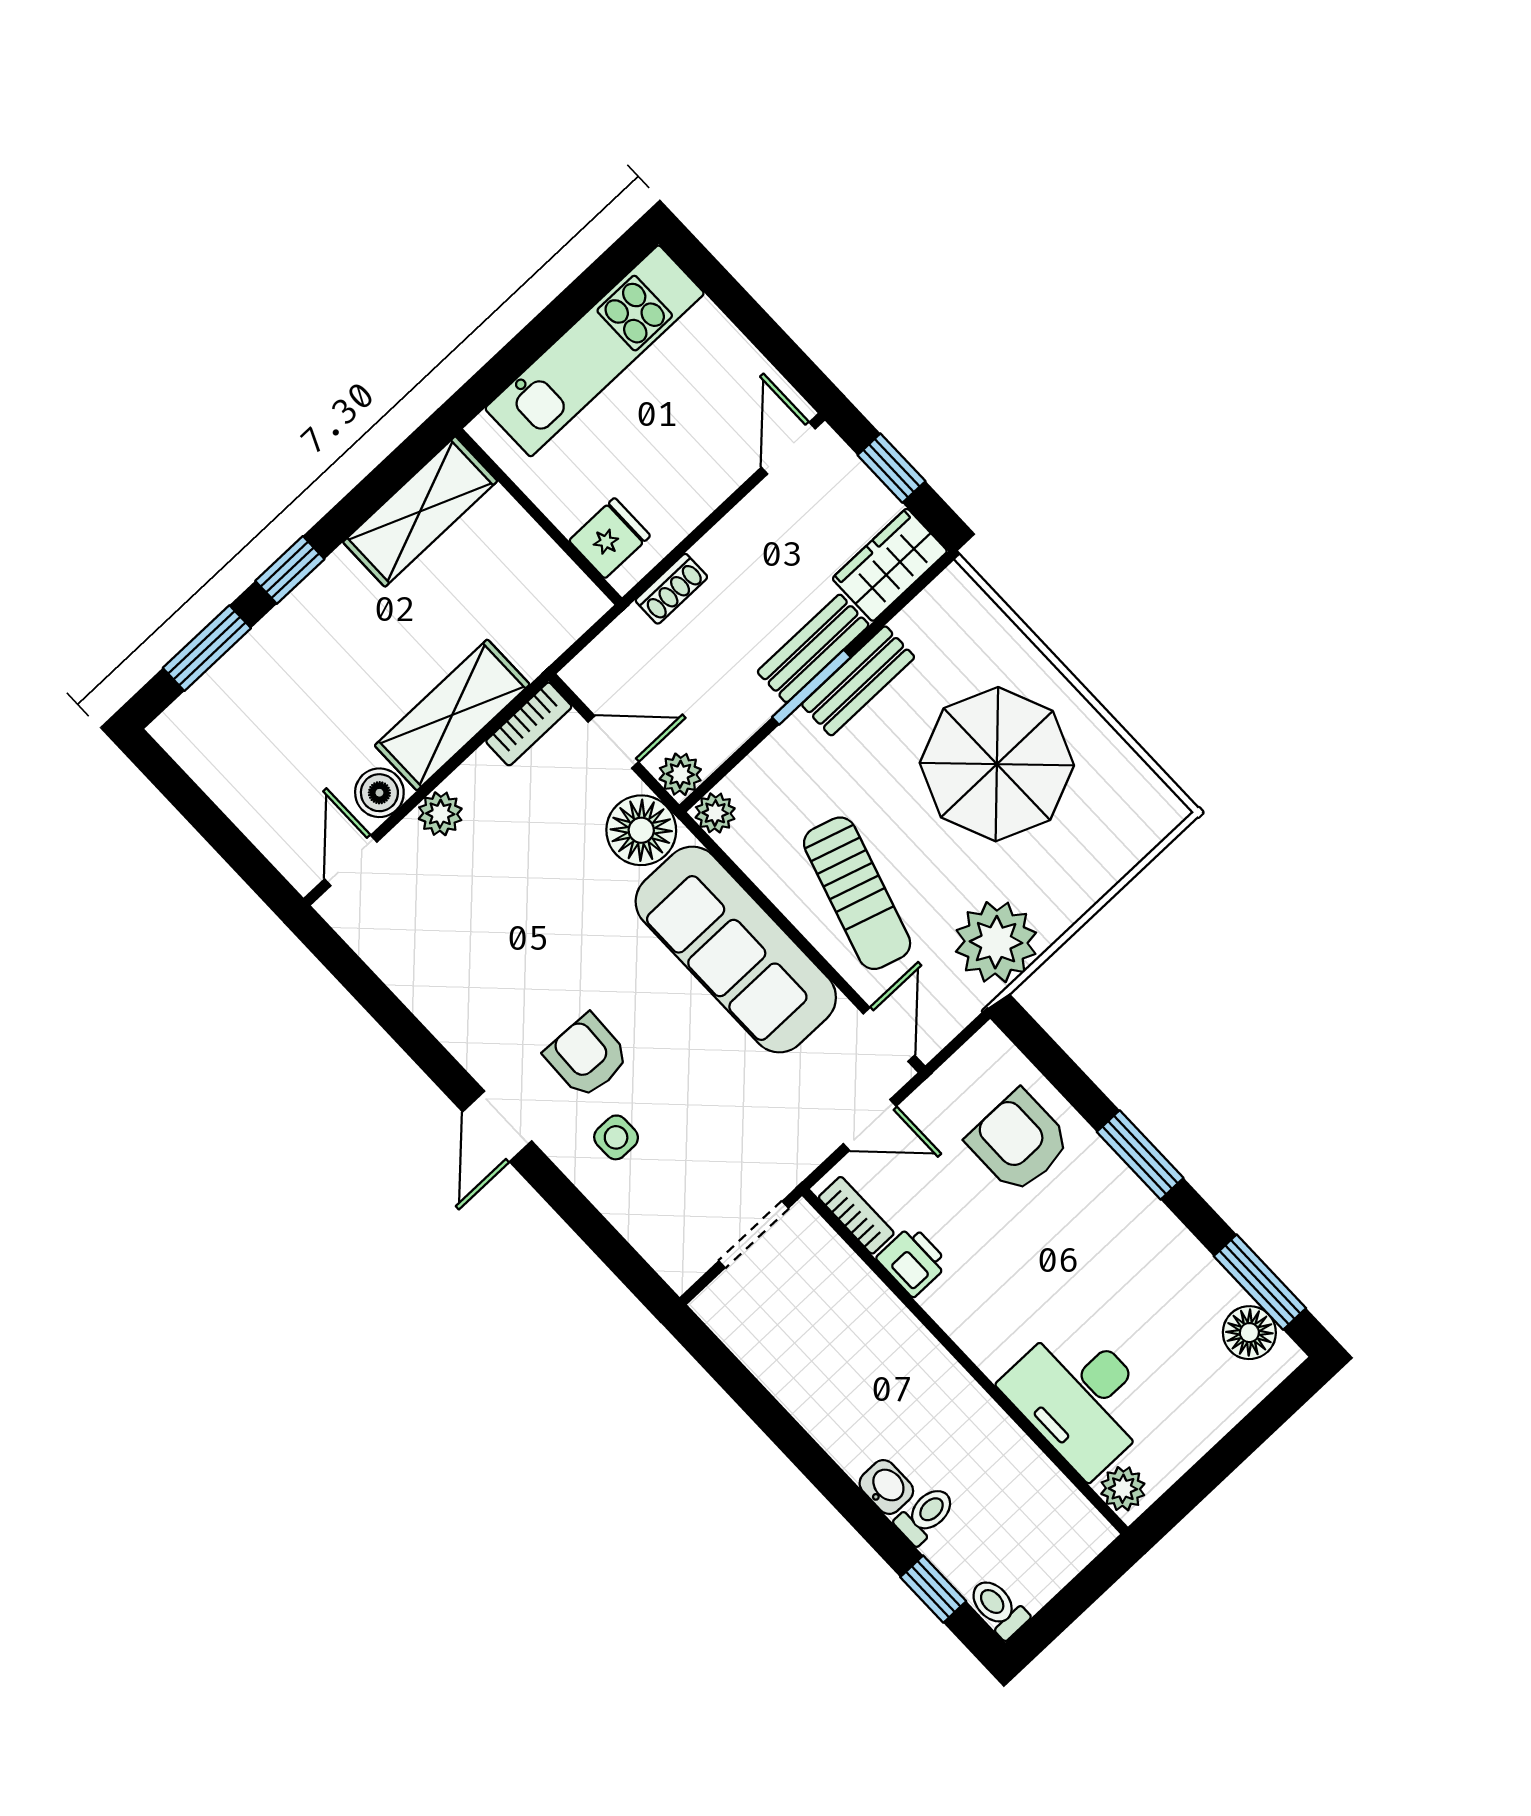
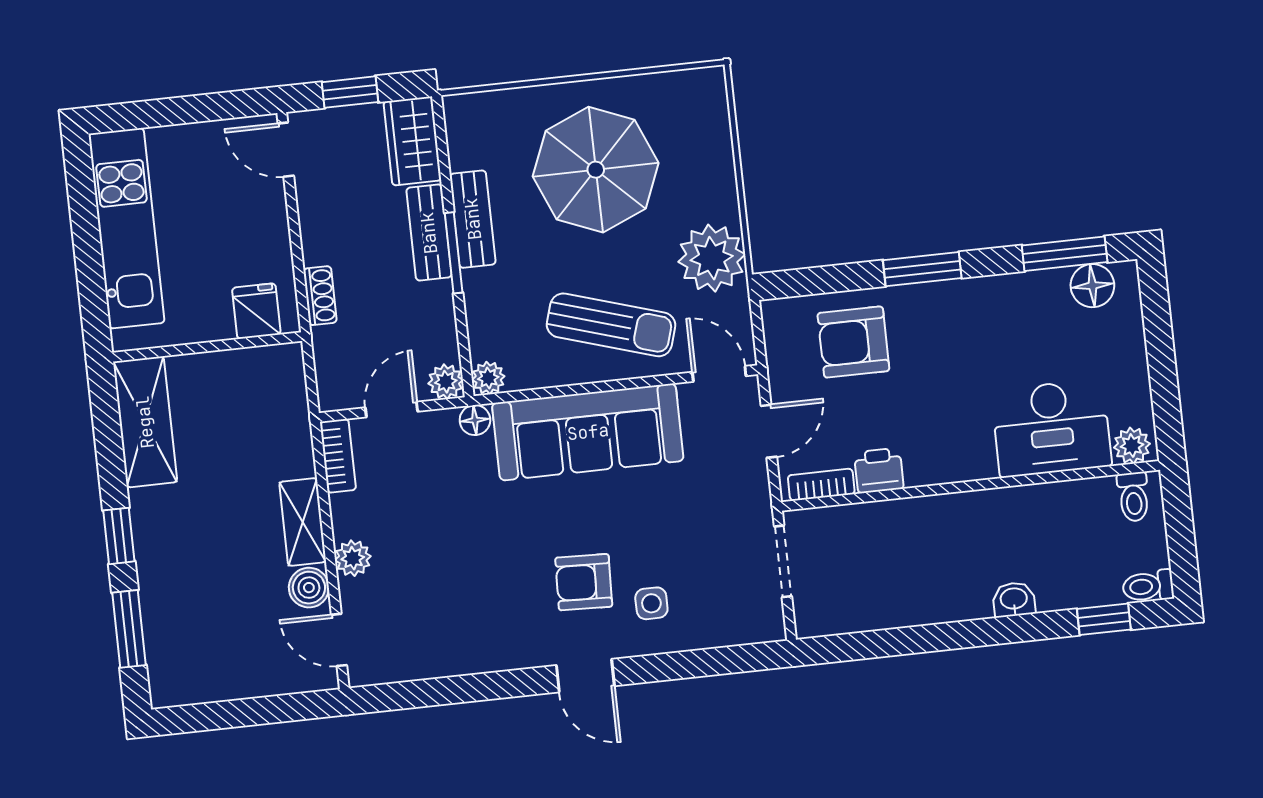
shelving: (452, 715) -> (303, 522), width x0.67, depth x0.75
floor lamp: (641, 830) -> (475, 420), width x0.53, depth x0.53
toilet: (926, 1515) -> (1133, 497), moved, turned 180

